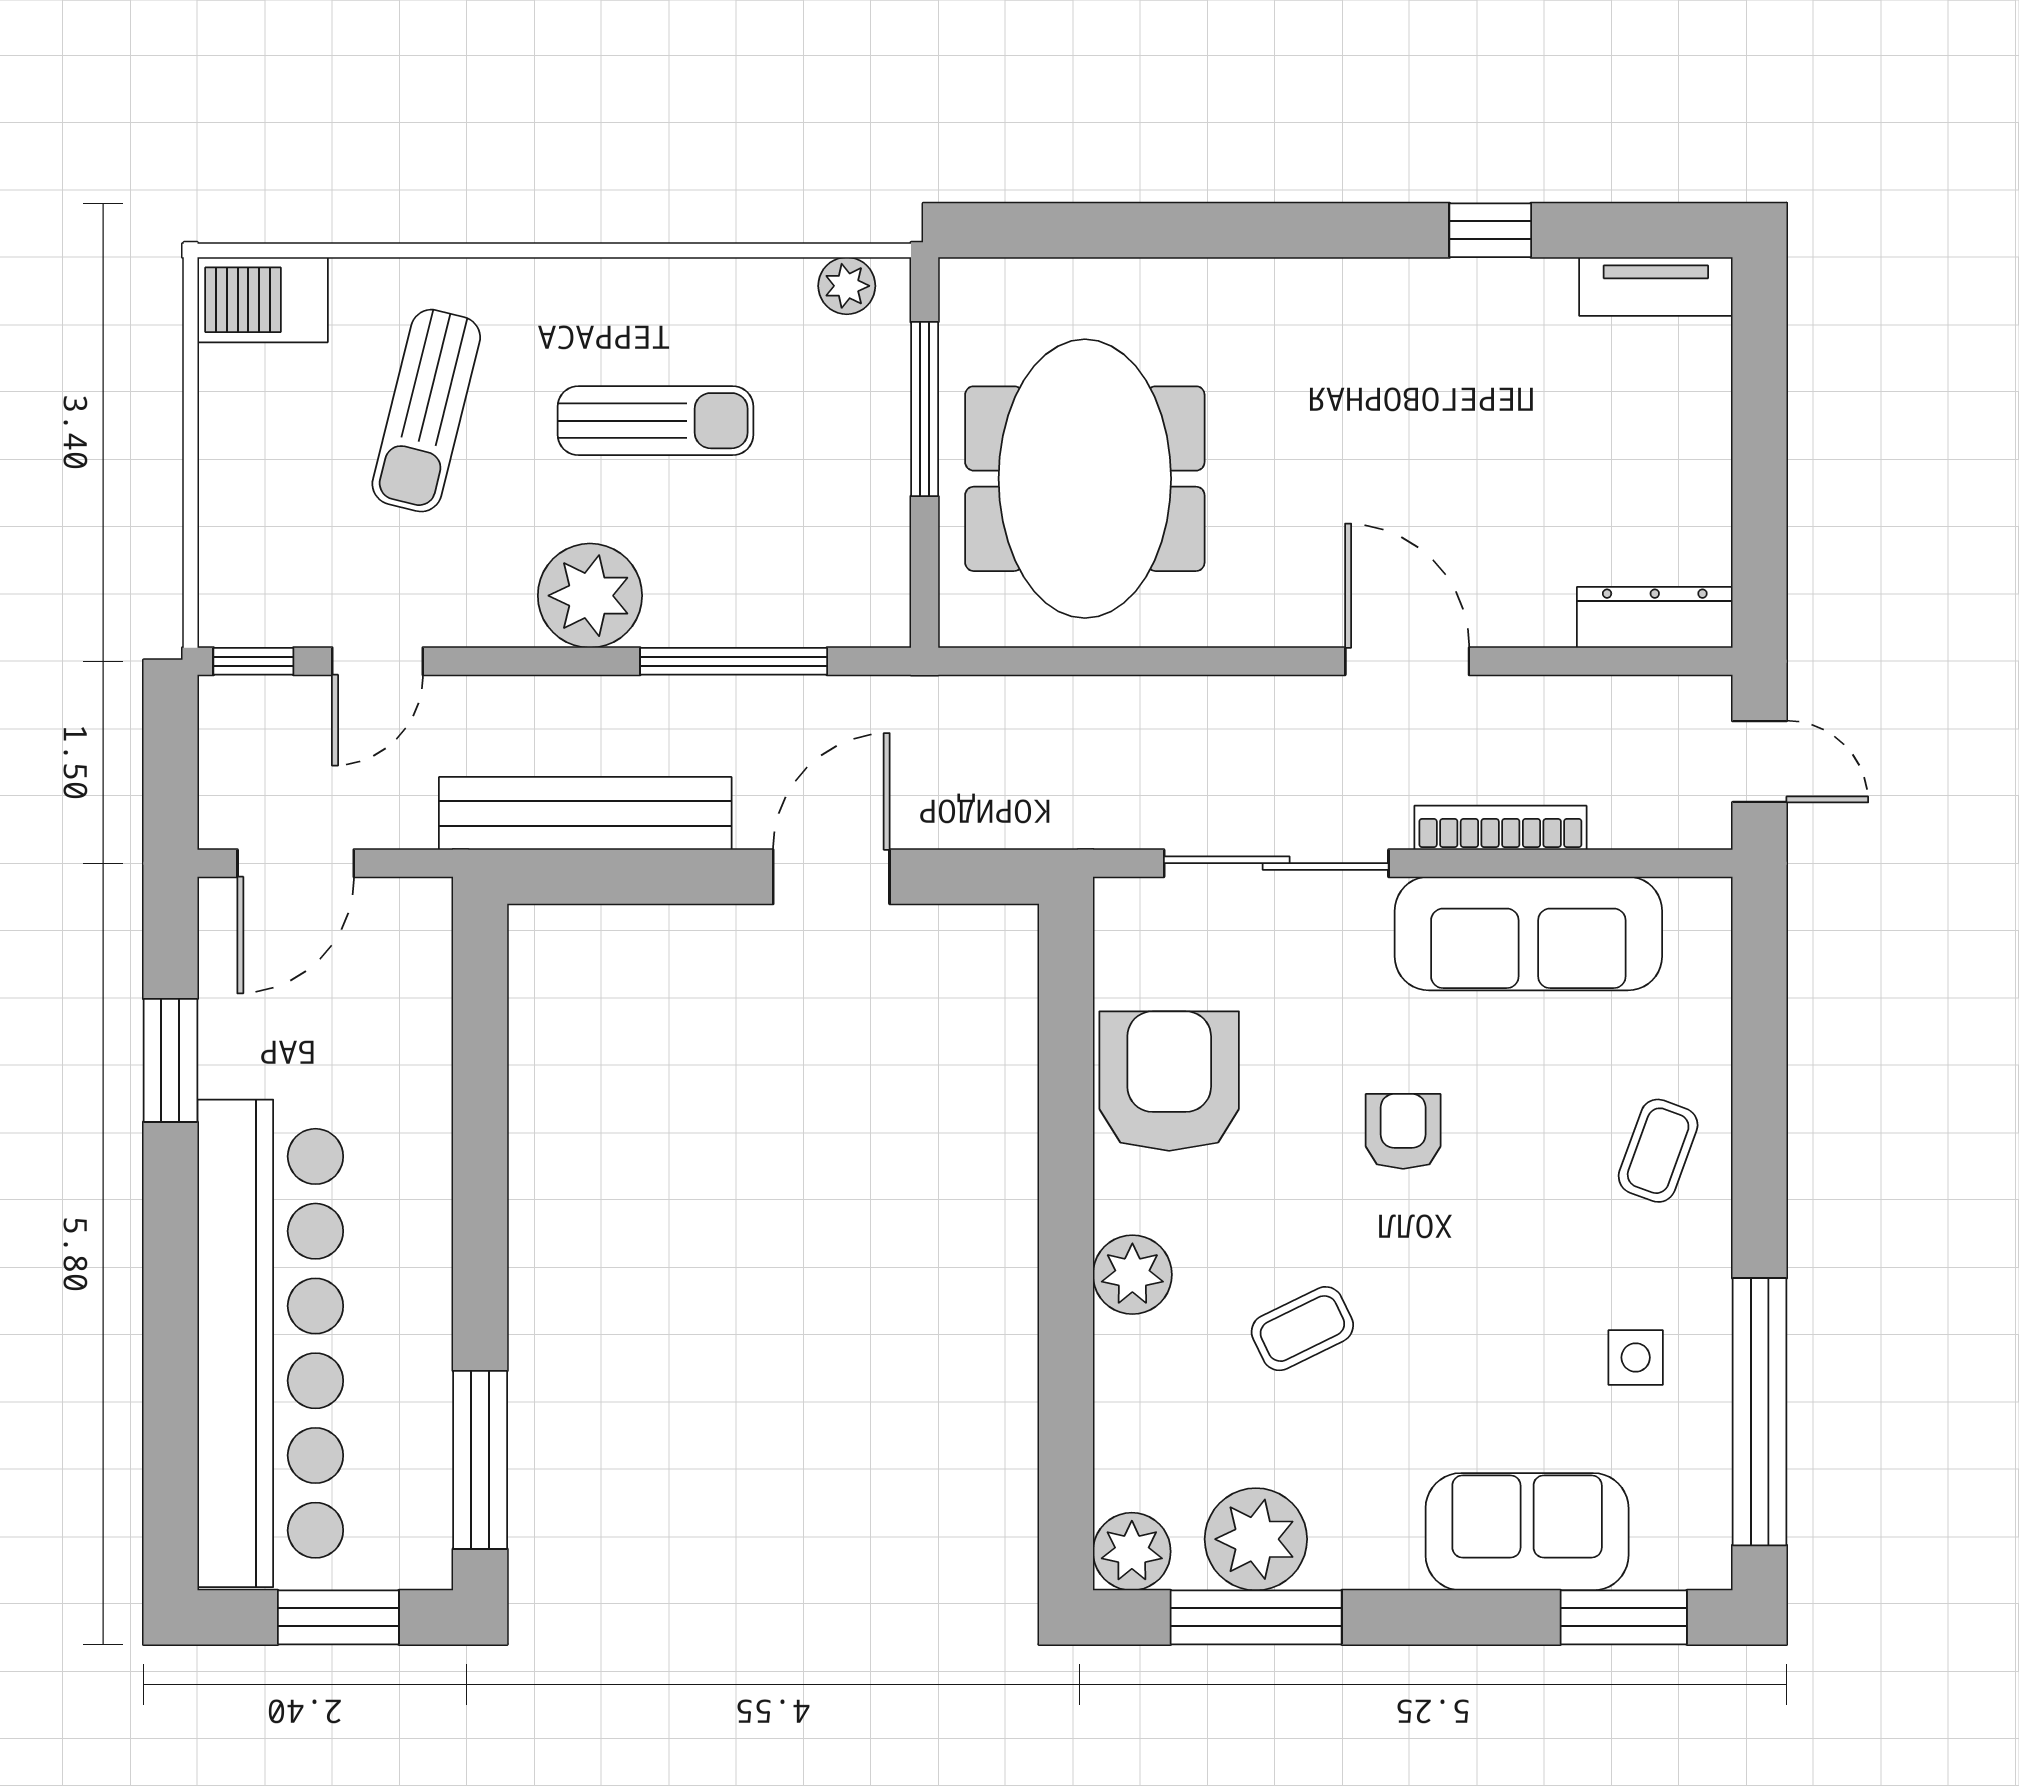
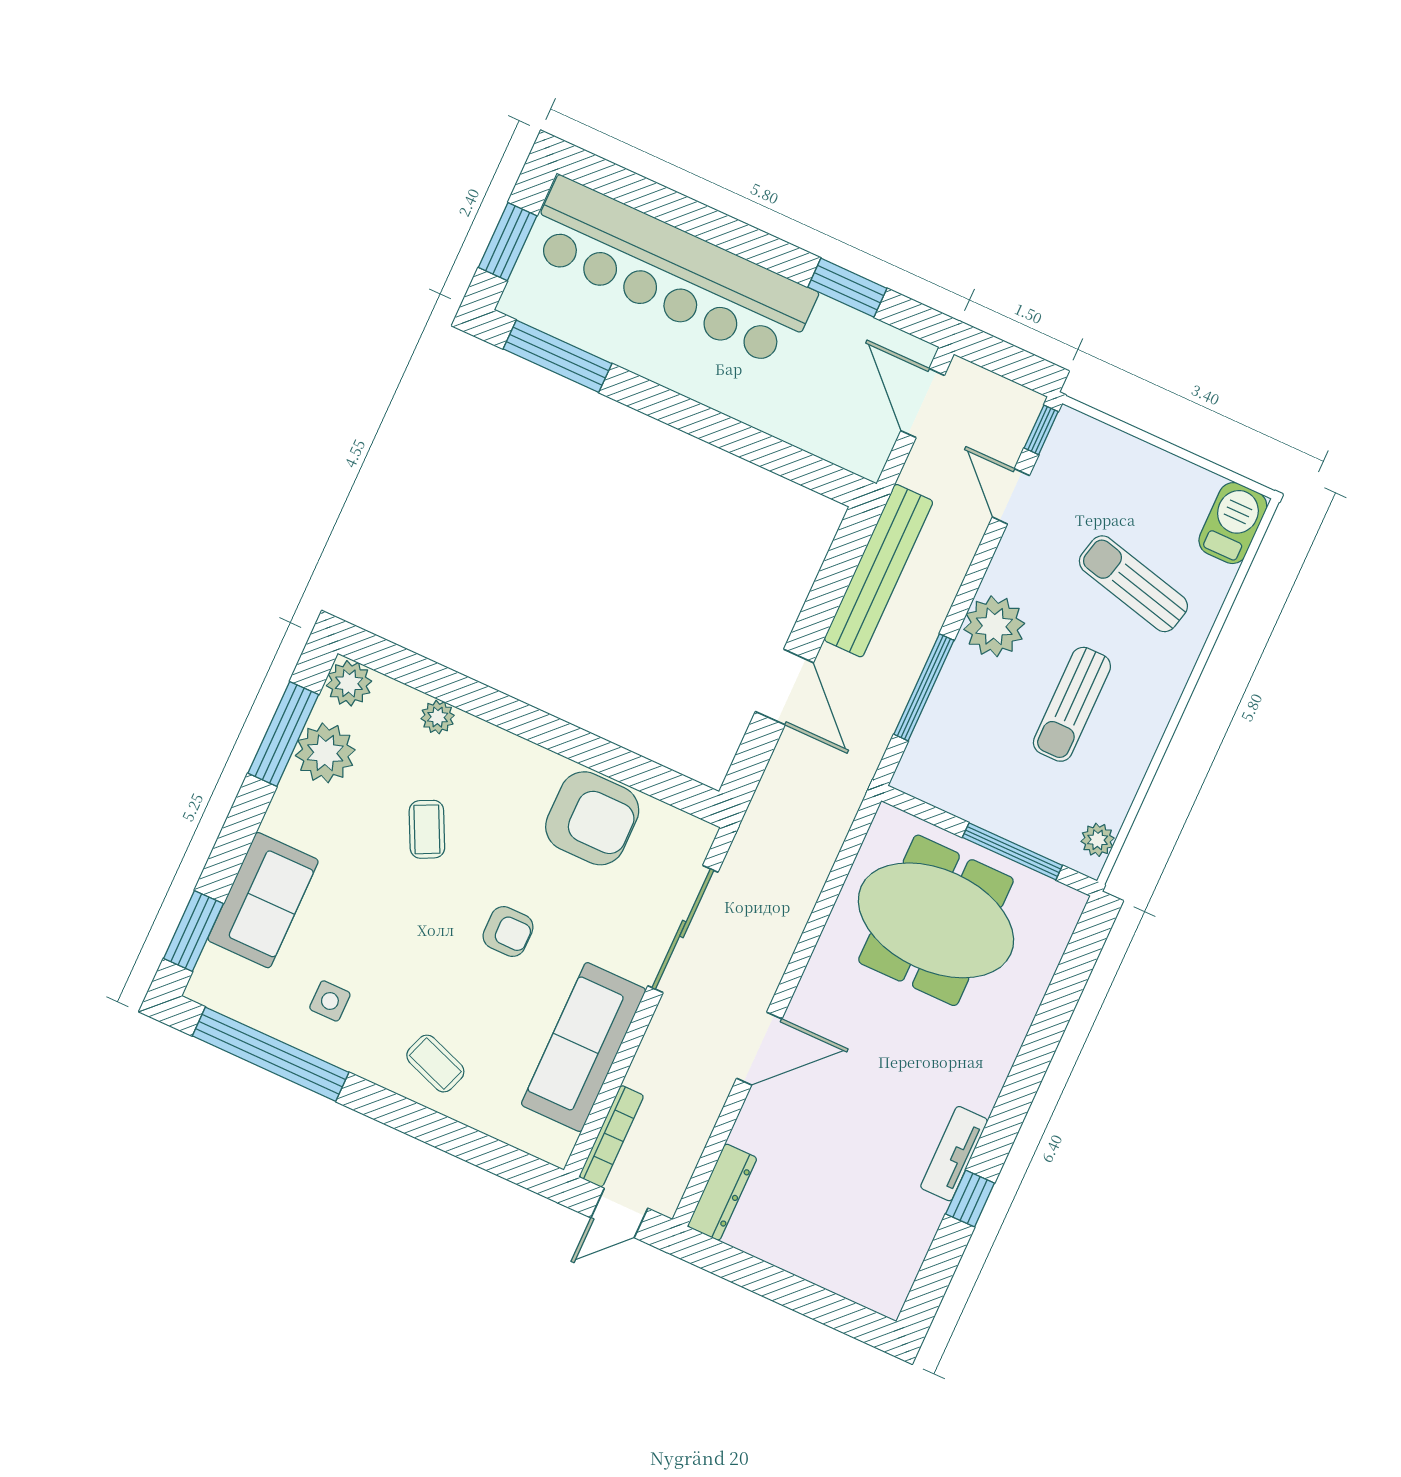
tv unit: (1656, 287) -> (954, 1154), moved
bookcase: (1500, 828) -> (611, 1136), moved
plant: (1132, 1275) -> (438, 717), moved, width x0.73, depth x0.73

